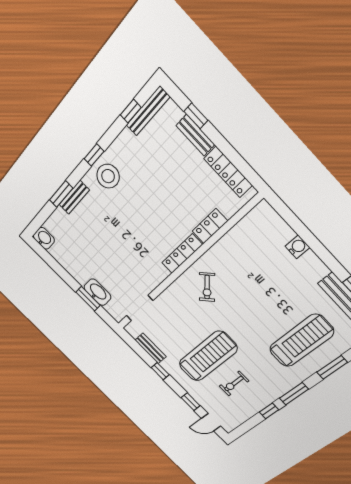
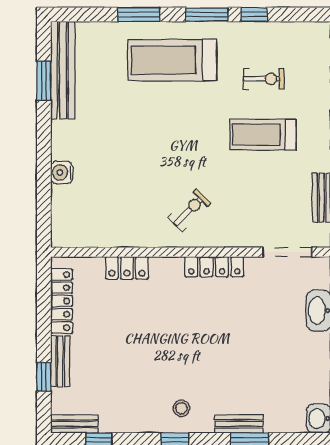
bench: (148, 111) -> (74, 424), width x0.73
stool: (108, 176) -> (181, 408), width x0.53, depth x0.53
locker: (182, 254) -> (214, 267), moved
treadmill: (301, 341) -> (172, 60), moved
treadmill: (208, 356) -> (263, 134), width x0.73, depth x0.73

